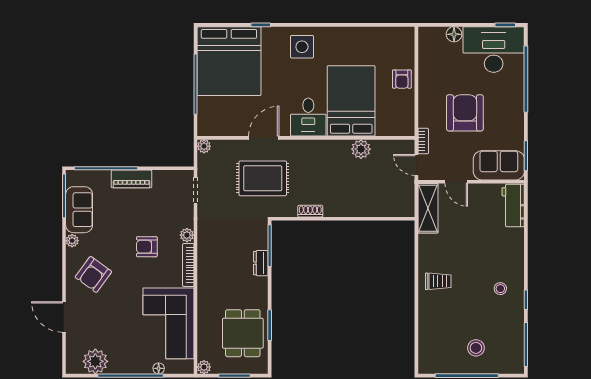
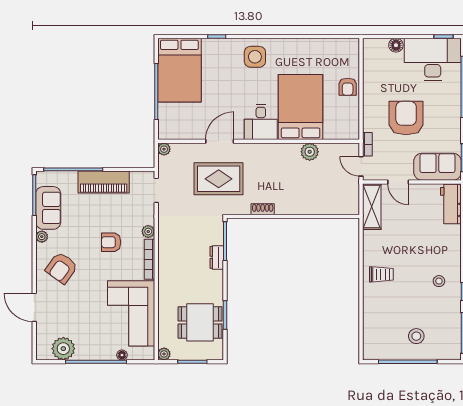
bed: (229, 61) -> (179, 70), width x0.73
piano: (131, 179) -> (104, 182), width x1.37, depth x1.33
dining table: (243, 333) -> (200, 322), turned 90

